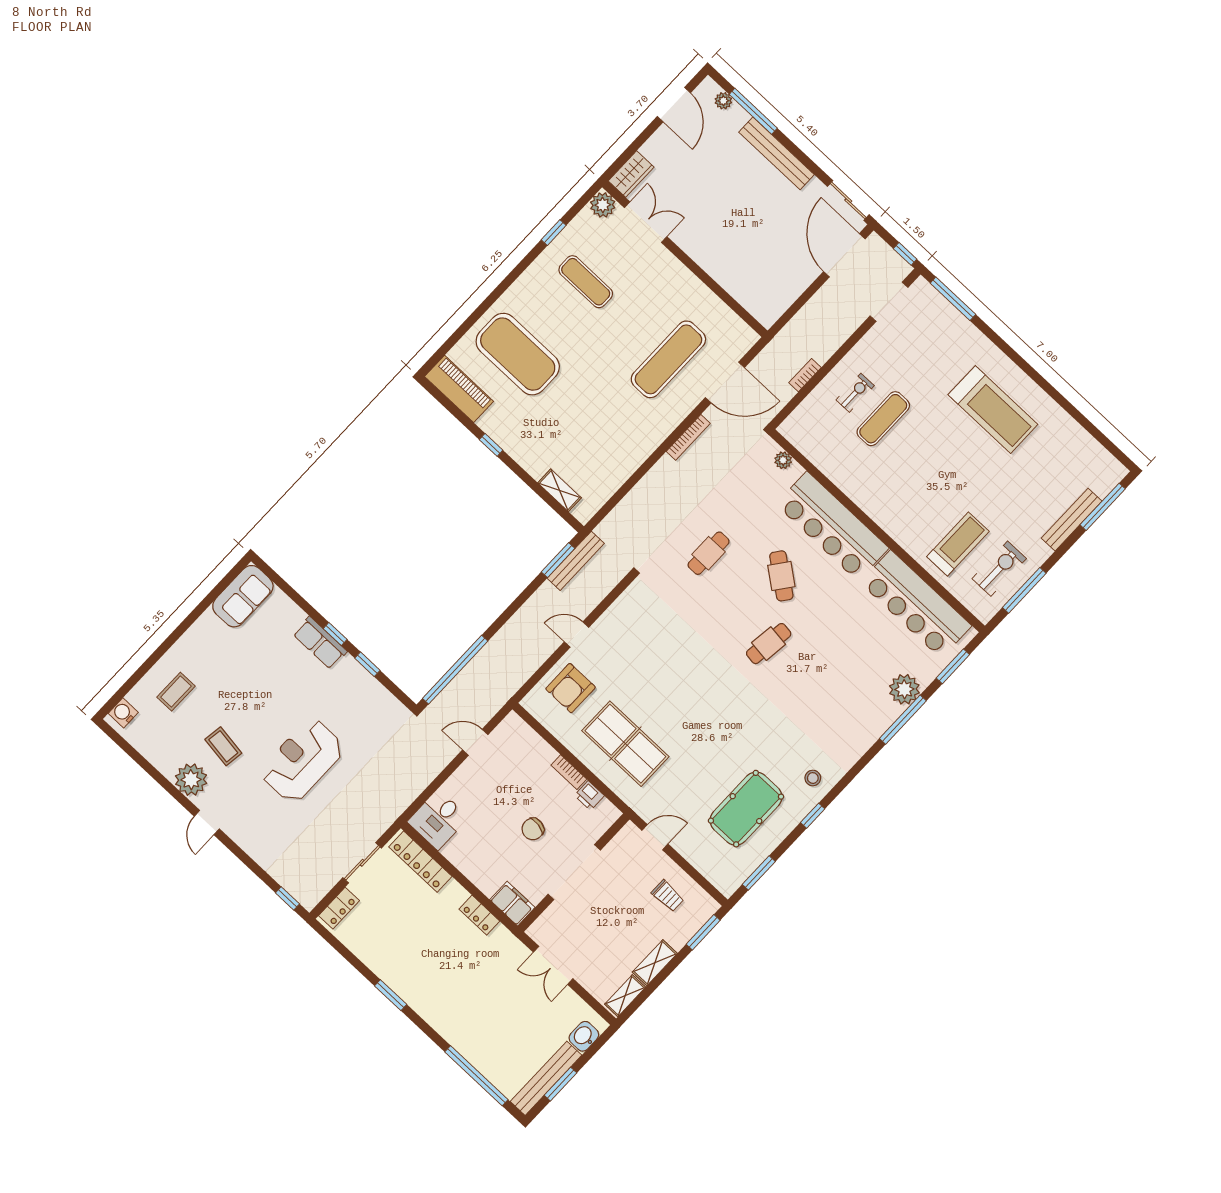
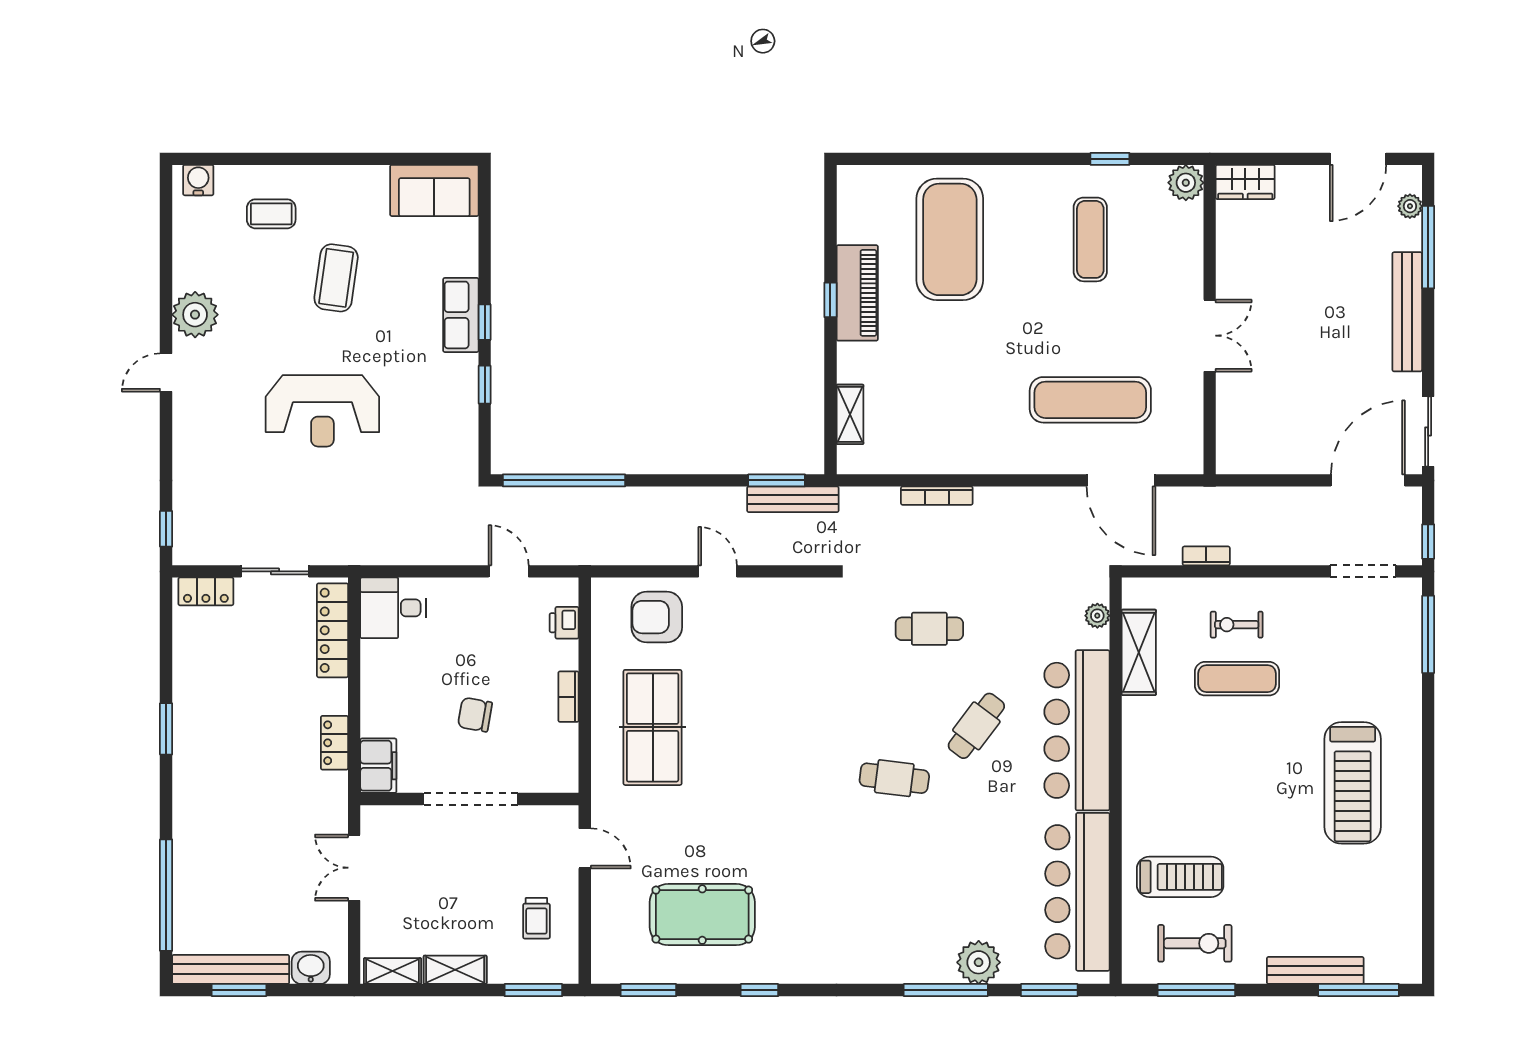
double door: (646, 222) -> (1210, 336), moved
piano: (459, 389) -> (857, 293), moved
exercise bike: (855, 393) -> (1237, 625), turned 180
bookcase: (688, 437) -> (937, 496), moved
shelving: (822, 457) -> (1139, 652), added
coffee table: (223, 746) -> (336, 278), moved, width x1.36, depth x1.30
reception desk: (302, 761) -> (322, 411), turned 180
stool: (813, 778) -> (798, 954), removed
printer: (589, 795) -> (564, 623), moved

